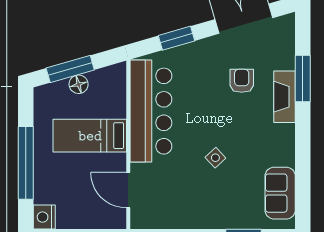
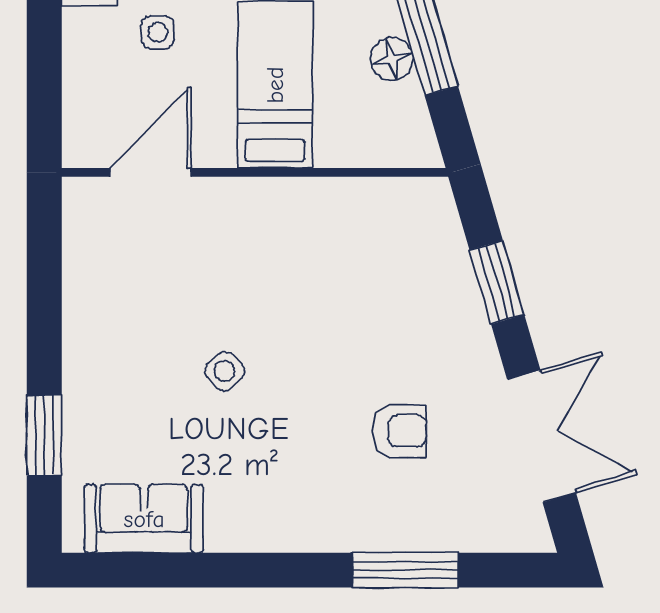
fireplace: (285, 97) -> (364, 529), removed
bar counter: (151, 111) -> (331, 224), removed
side table: (67, 187) -> (158, 32), added

